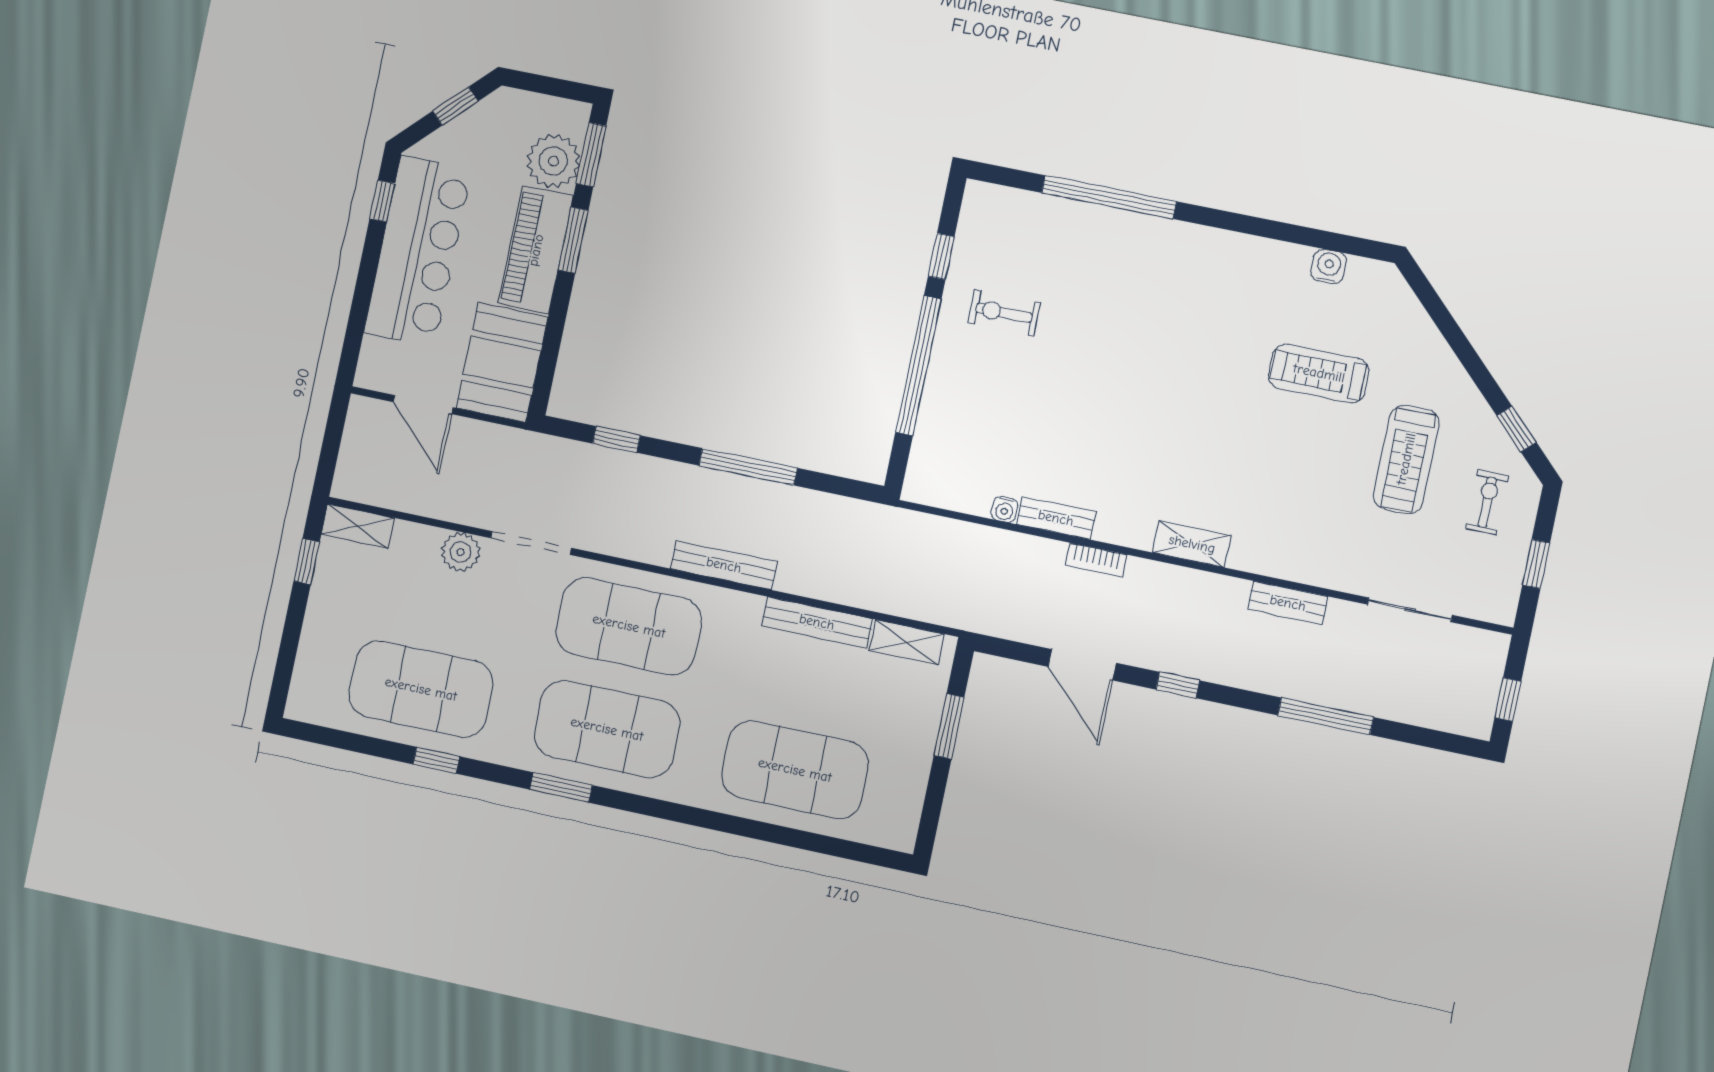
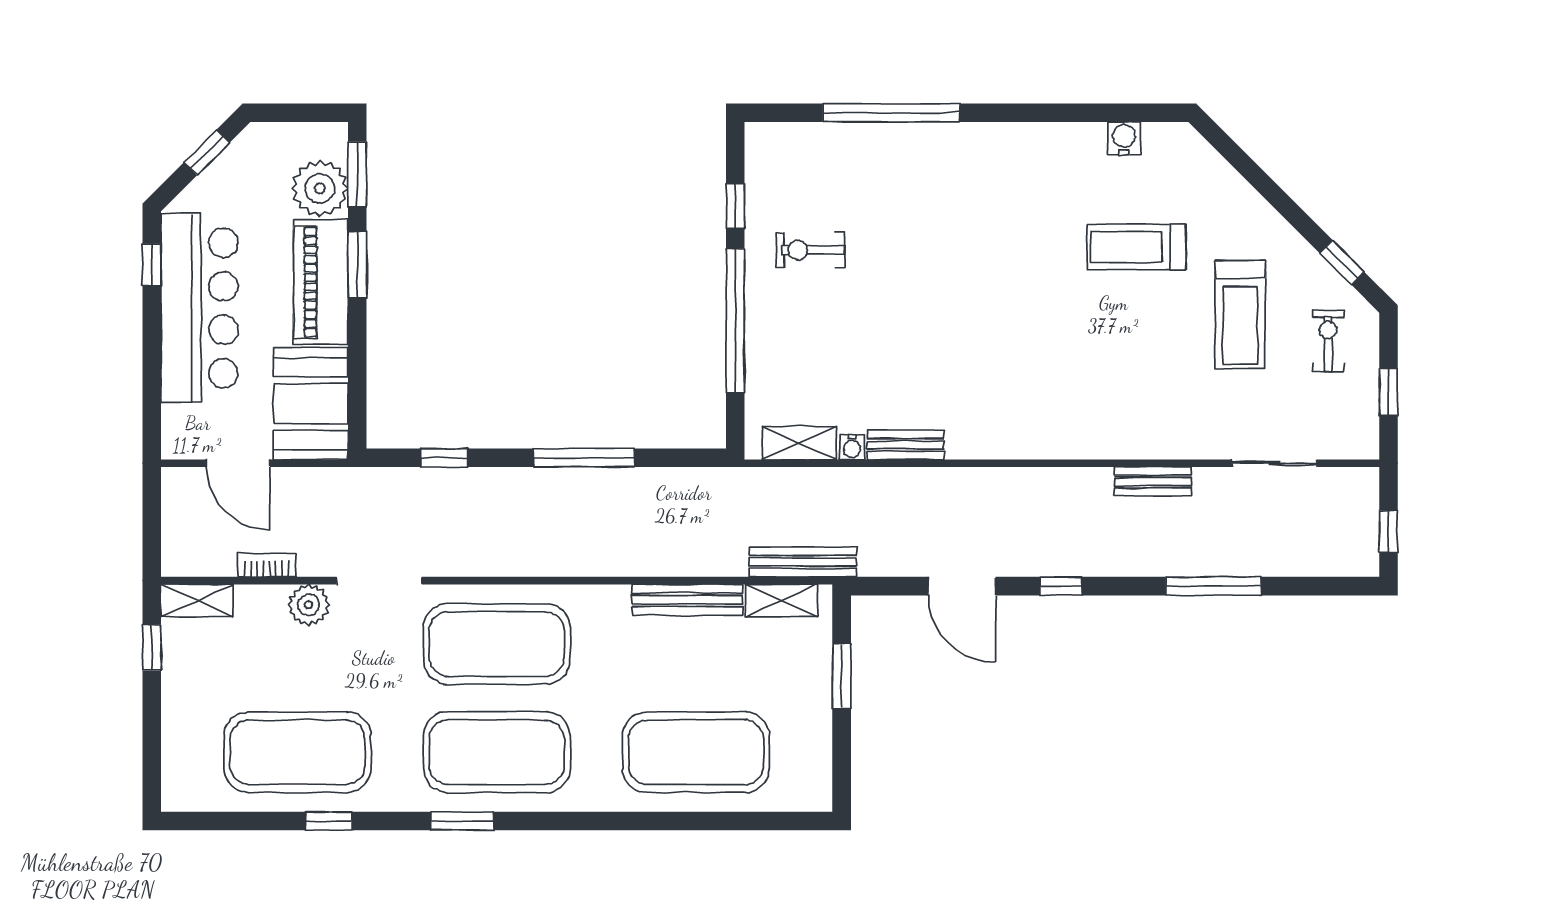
shelving: (1192, 544) -> (799, 443), moved
bookcase: (1096, 560) -> (267, 565), moved, turned 180
bench: (724, 565) -> (803, 562), moved

